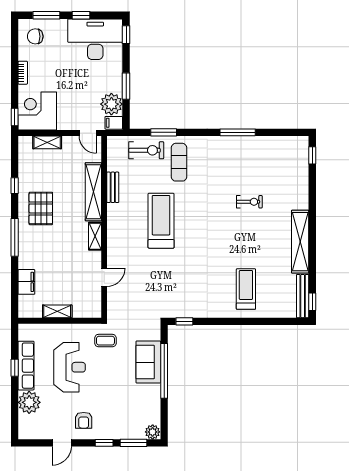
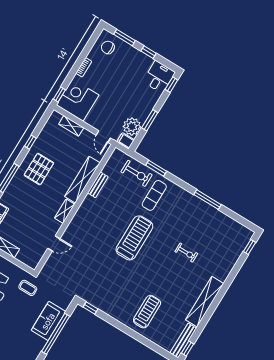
desk: (95, 39) -> (159, 77), width x0.53, depth x0.77
treadmill: (161, 221) -> (134, 238), moved

